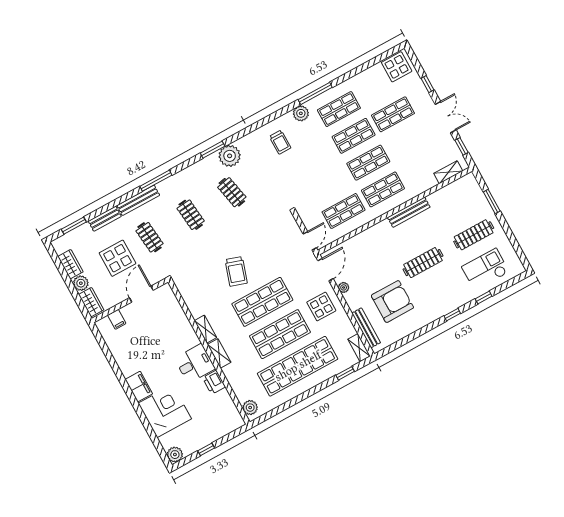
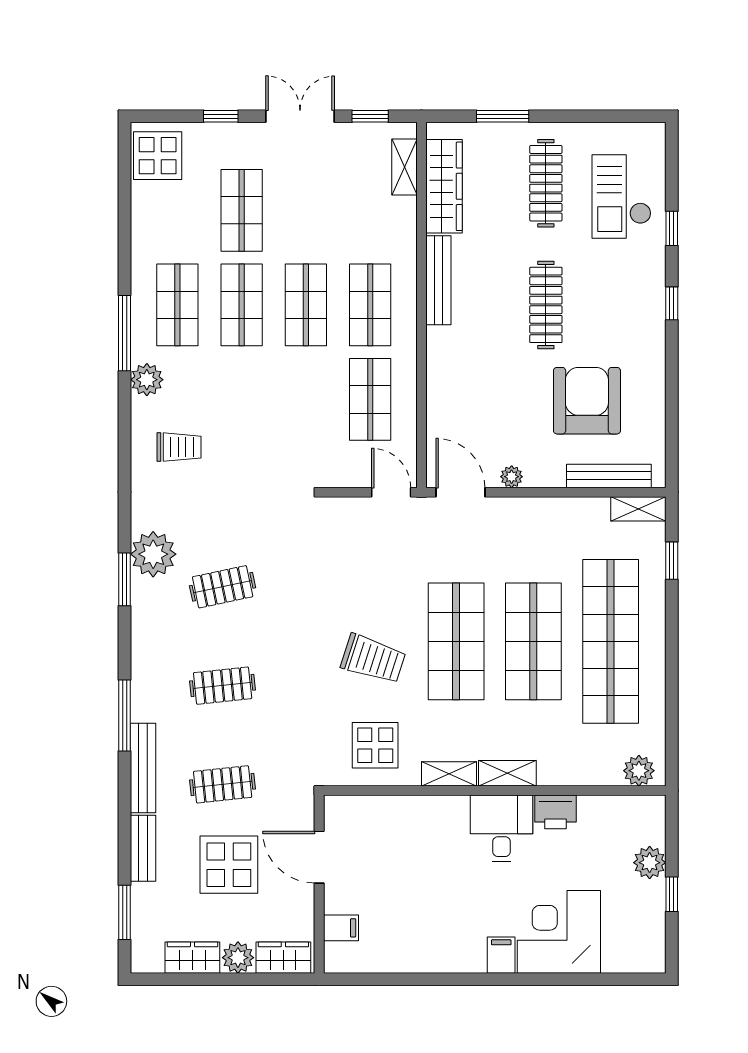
wardrobe: (449, 193) -> (444, 186), added
display table: (321, 307) -> (375, 745), moved
filing cabinet: (139, 387) -> (501, 955), width x0.50
plant: (175, 455) -> (650, 863), moved

